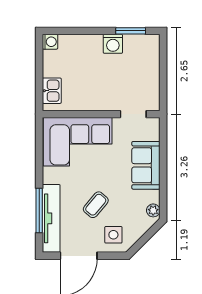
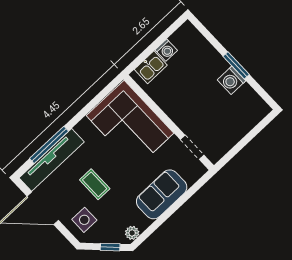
window: (131, 31) -> (236, 65), moved
washing machine: (50, 42) -> (166, 50), moved
coffee table: (96, 205) -> (95, 184), turned 50
window: (149, 235) -> (110, 247), added

